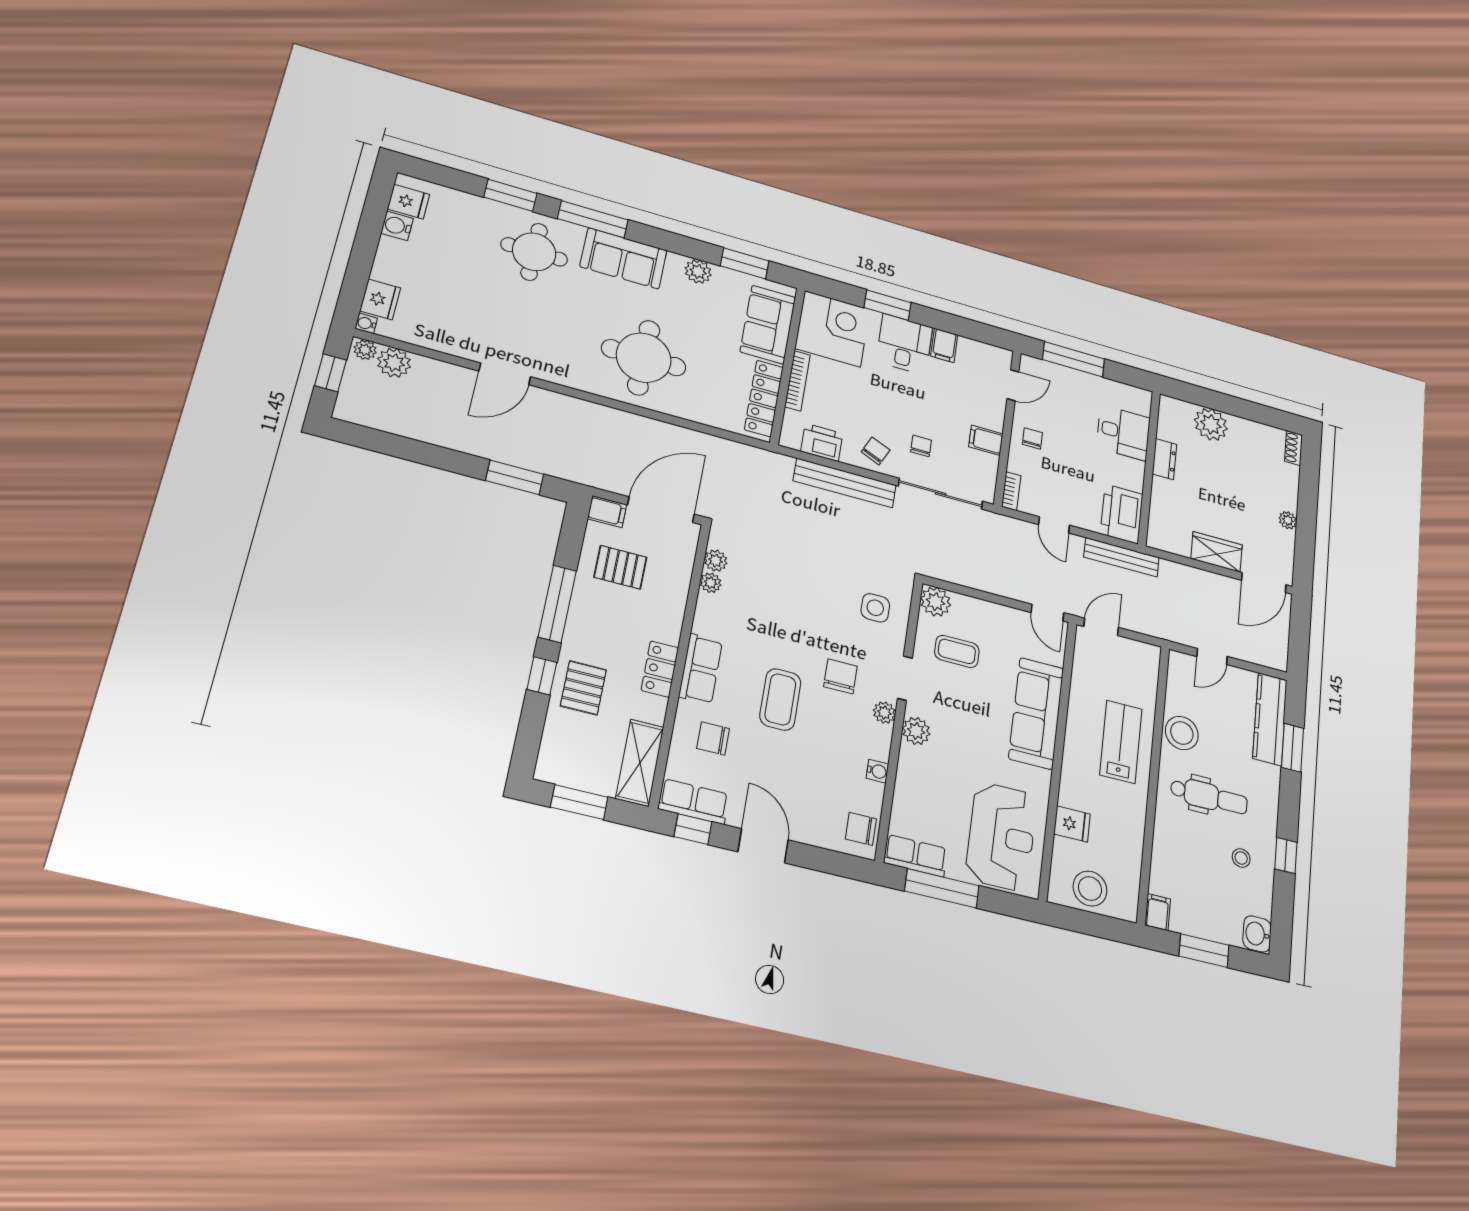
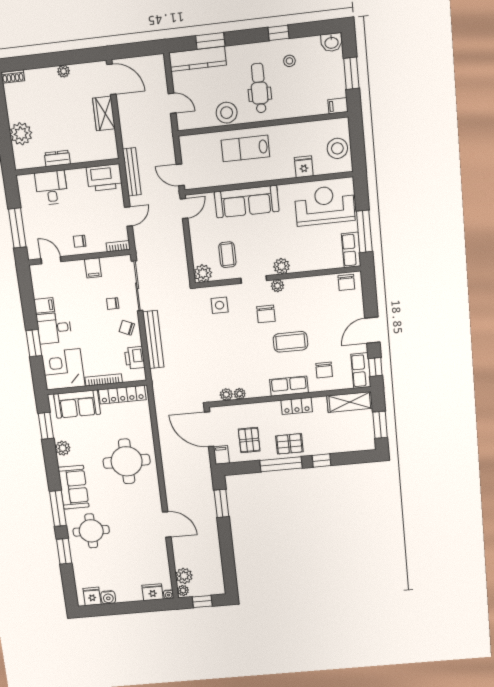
chair: (840, 676) -> (266, 314), turned -90
pallet: (583, 688) -> (289, 444), moved
water cooler: (877, 771) -> (312, 281), removed

